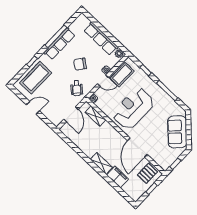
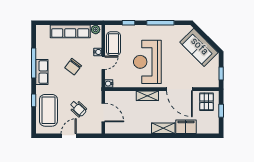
row of seats: (60, 44) -> (42, 72), width x0.68
wheelchair: (77, 88) -> (78, 109), moved
shelving: (95, 116) -> (147, 96), moved

